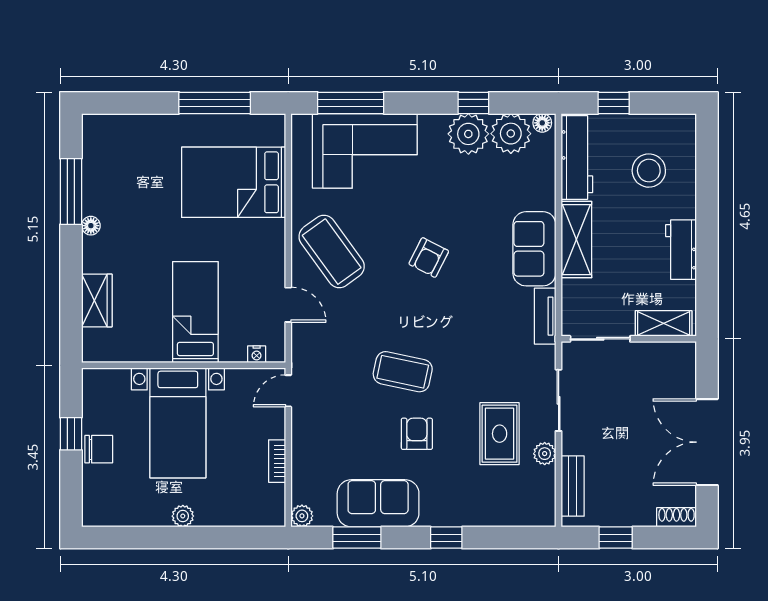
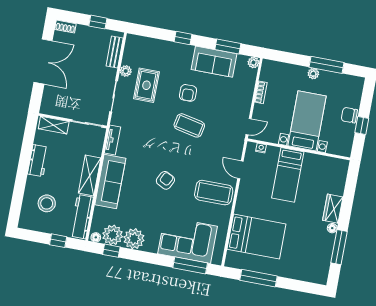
window: (473, 103) -> (111, 251), moved
sofa: (534, 249) -> (110, 182), width x1.36
coffee table: (332, 251) -> (214, 193), turned -54
wardrobe: (97, 301) -> (333, 209), moved
window: (161, 538) -> (326, 65), added

